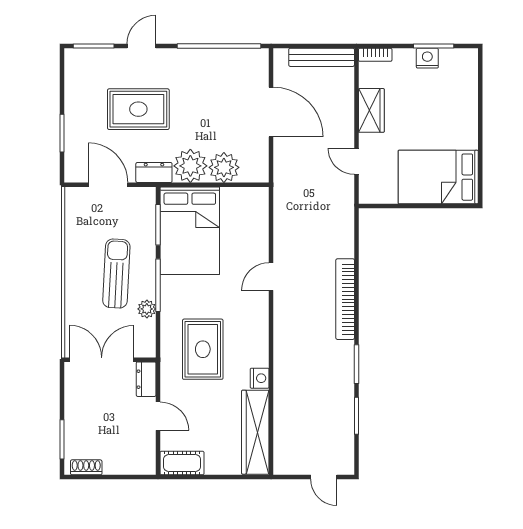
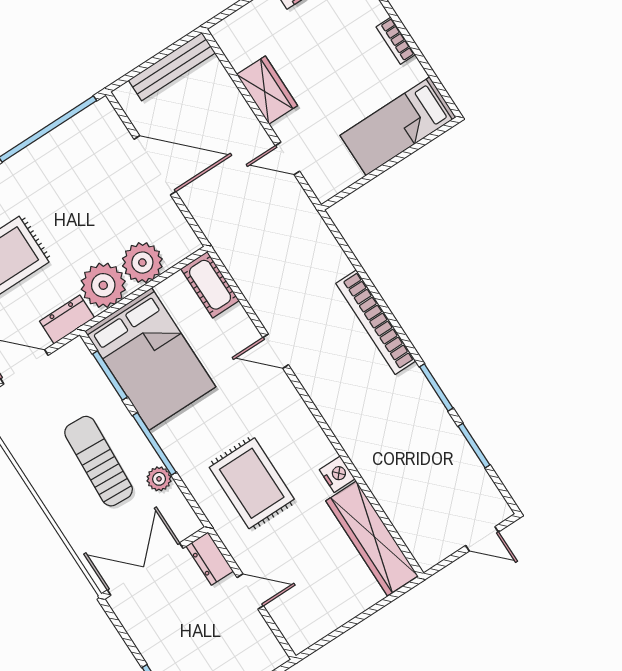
bookcase: (375, 55) -> (396, 41), moved, turned 90
bed: (438, 177) -> (398, 126), width x0.67
door: (271, 277) -> (276, 351), hinge flipped
cot: (182, 463) -> (210, 285), moved, turned 90

